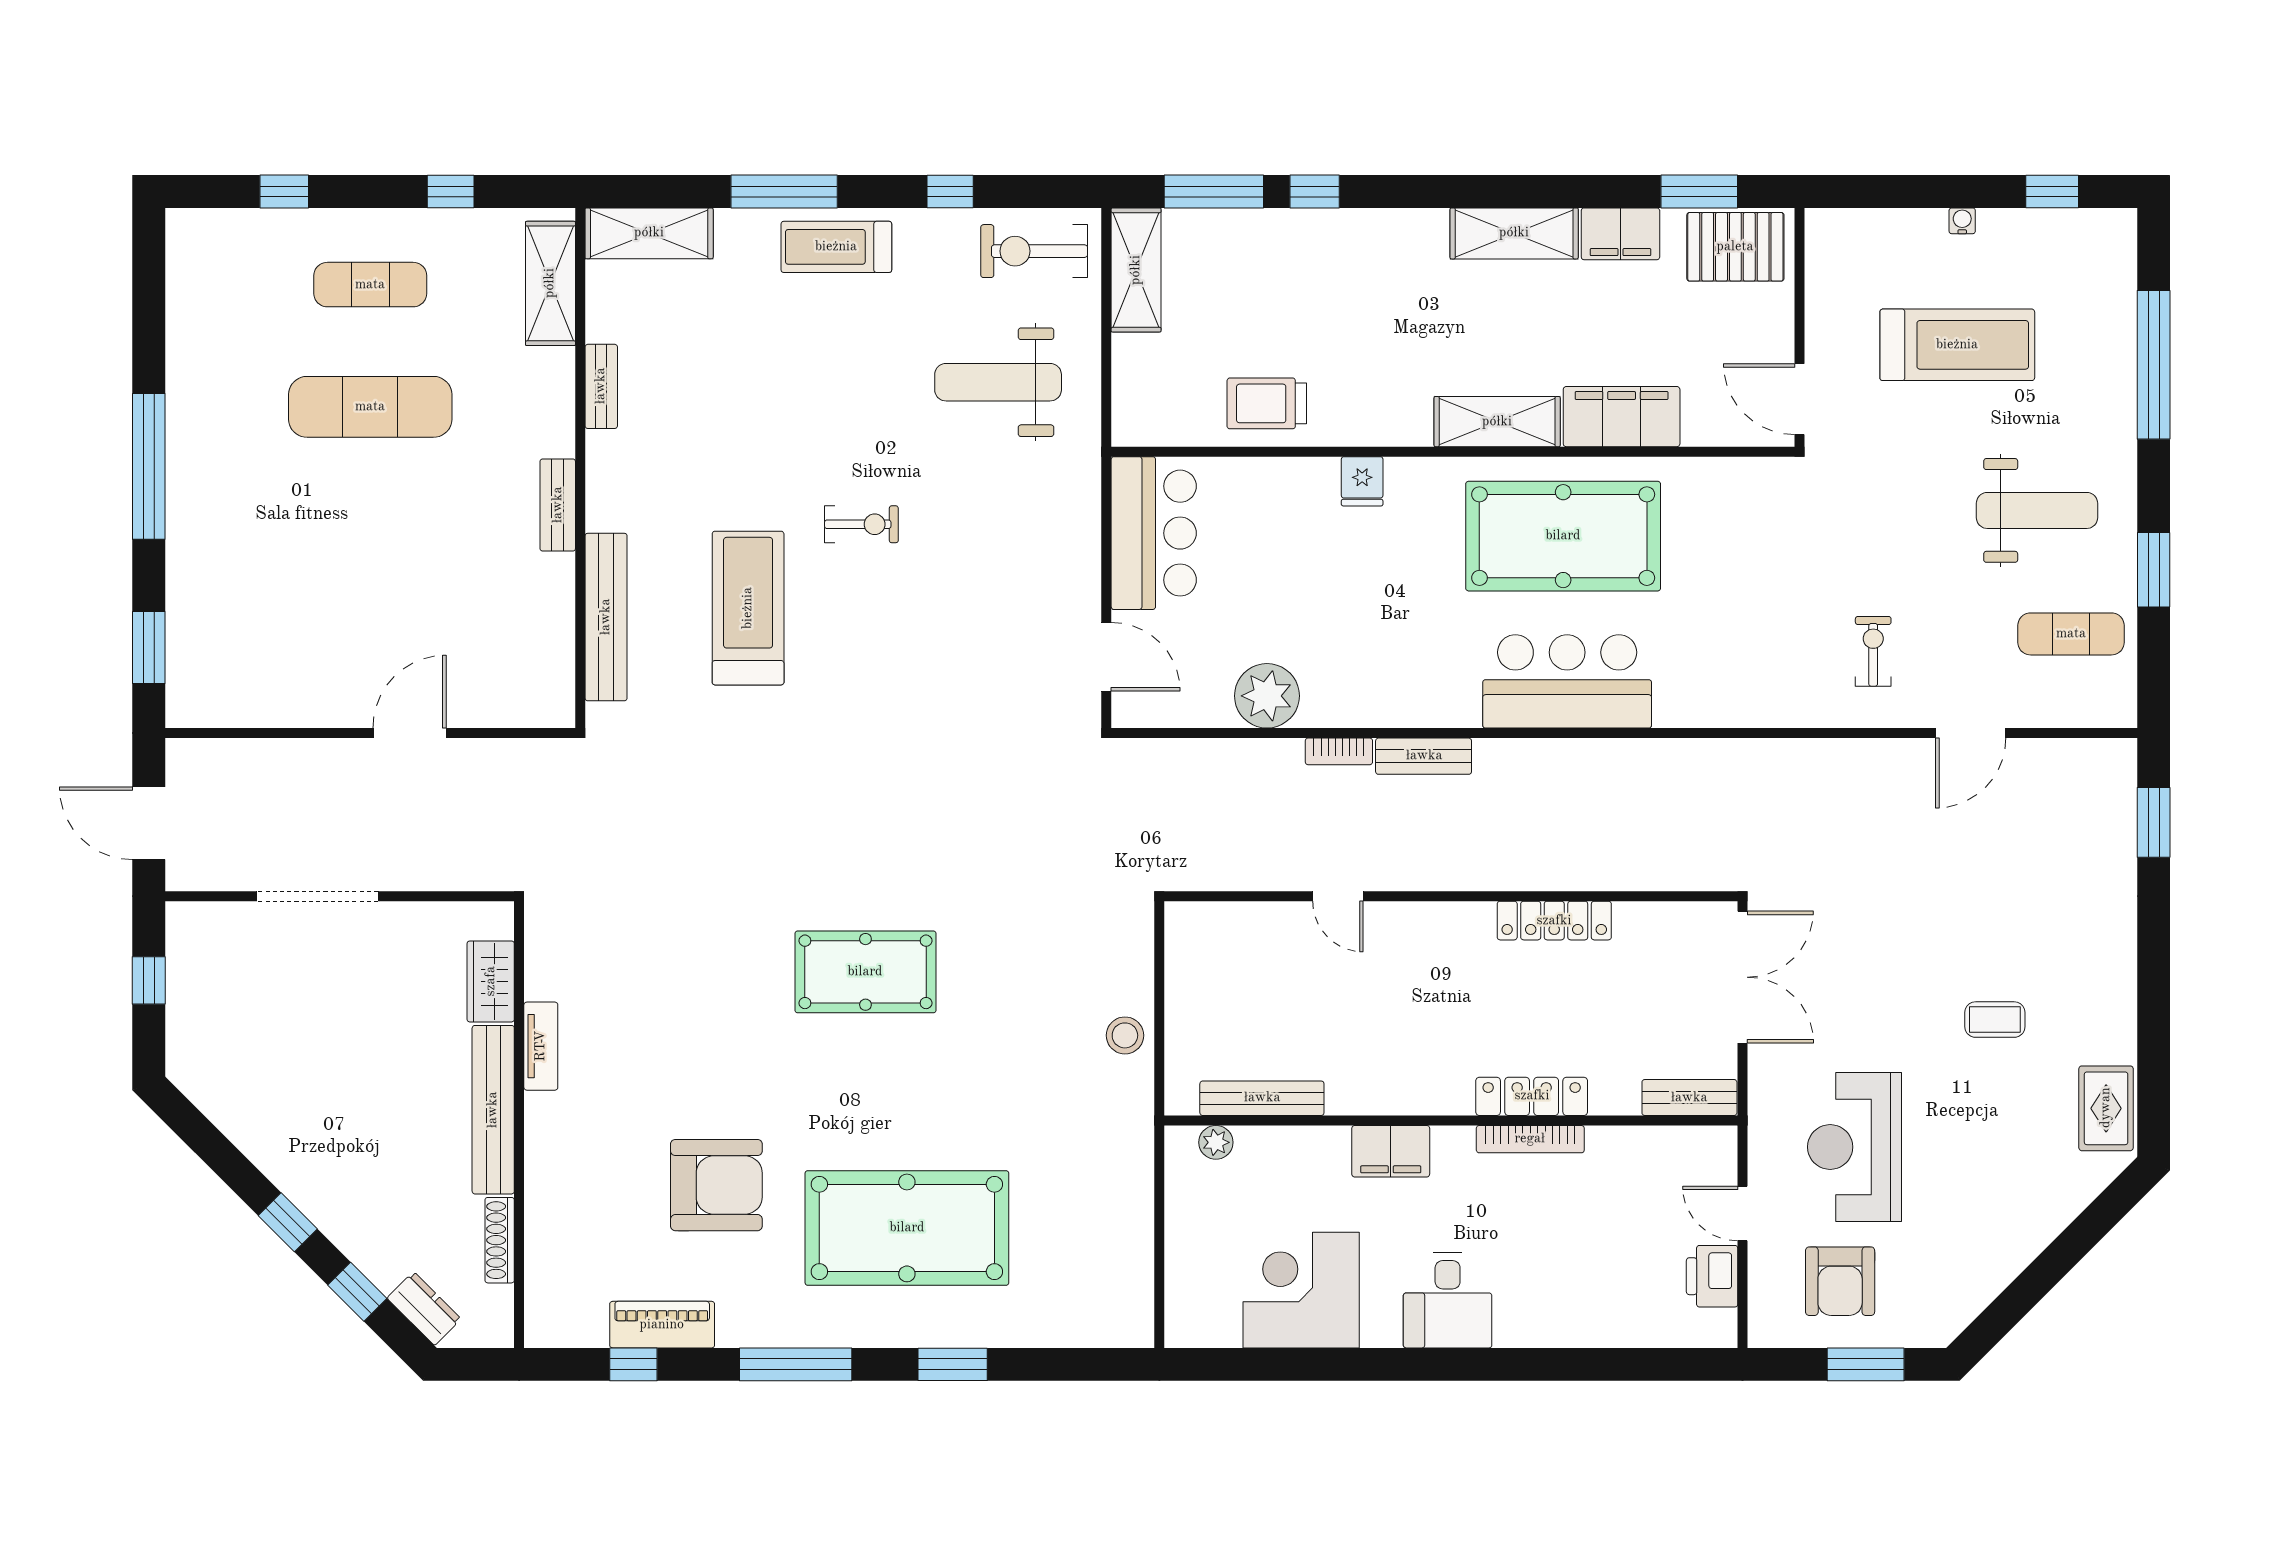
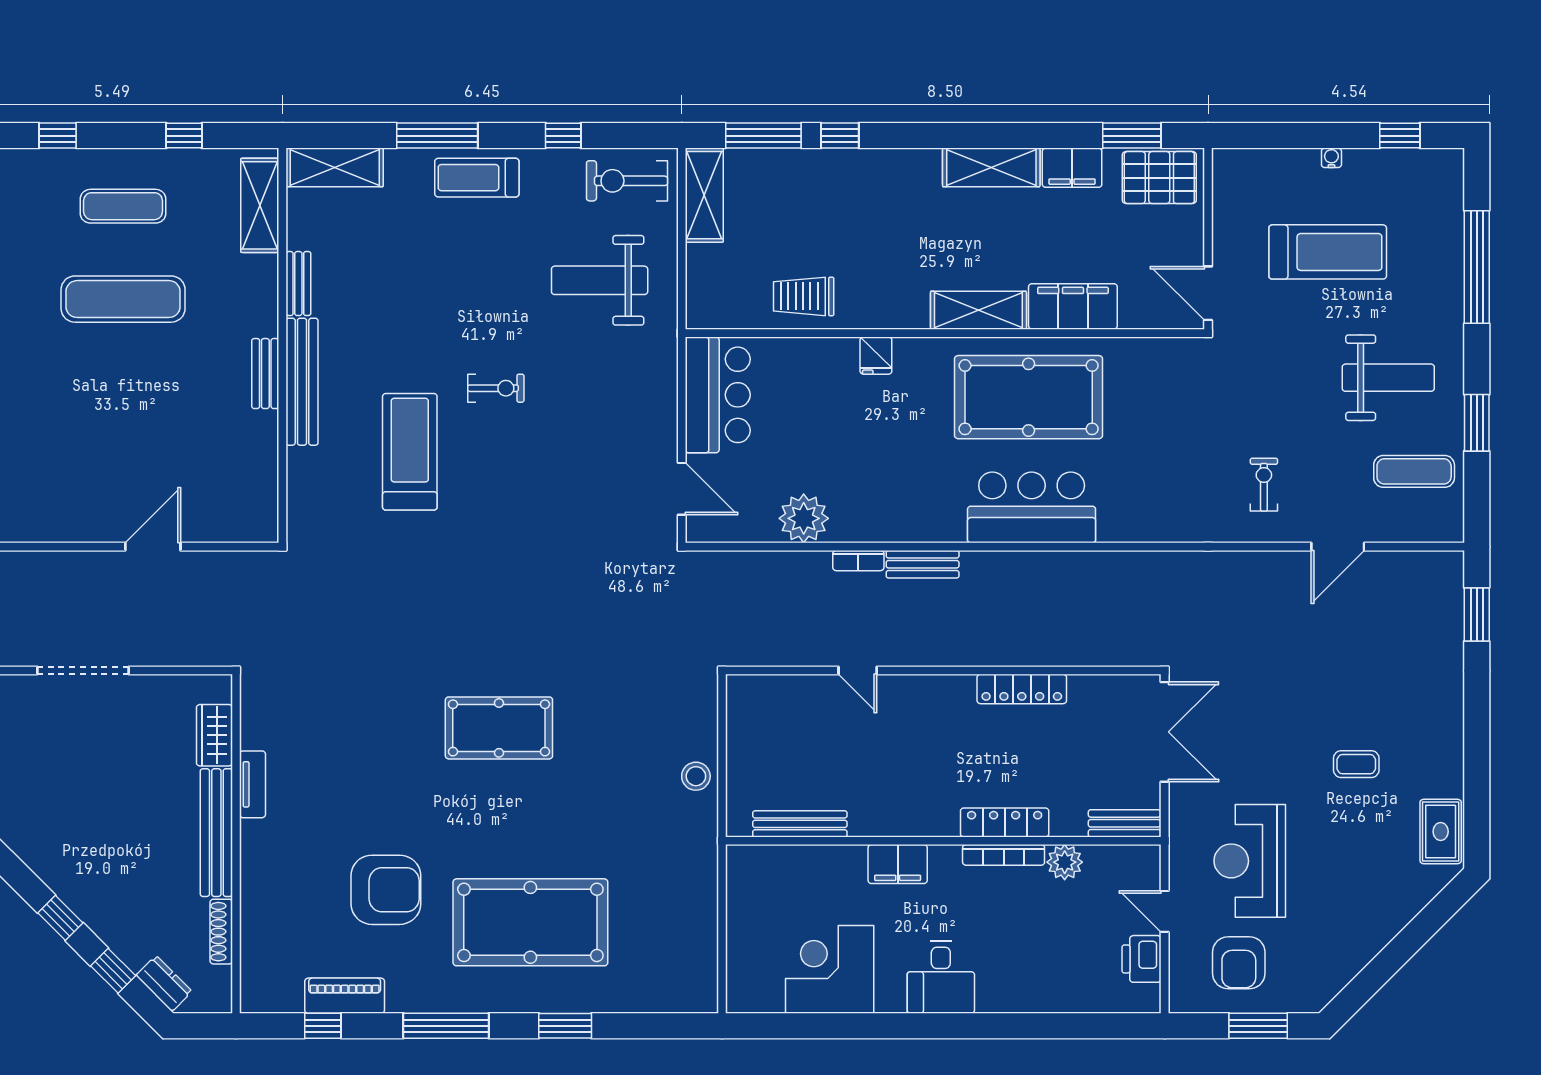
bench: (606, 617) -> (302, 382), moved
plant: (1216, 1142) -> (1065, 862), moved, width x1.38, depth x1.38

